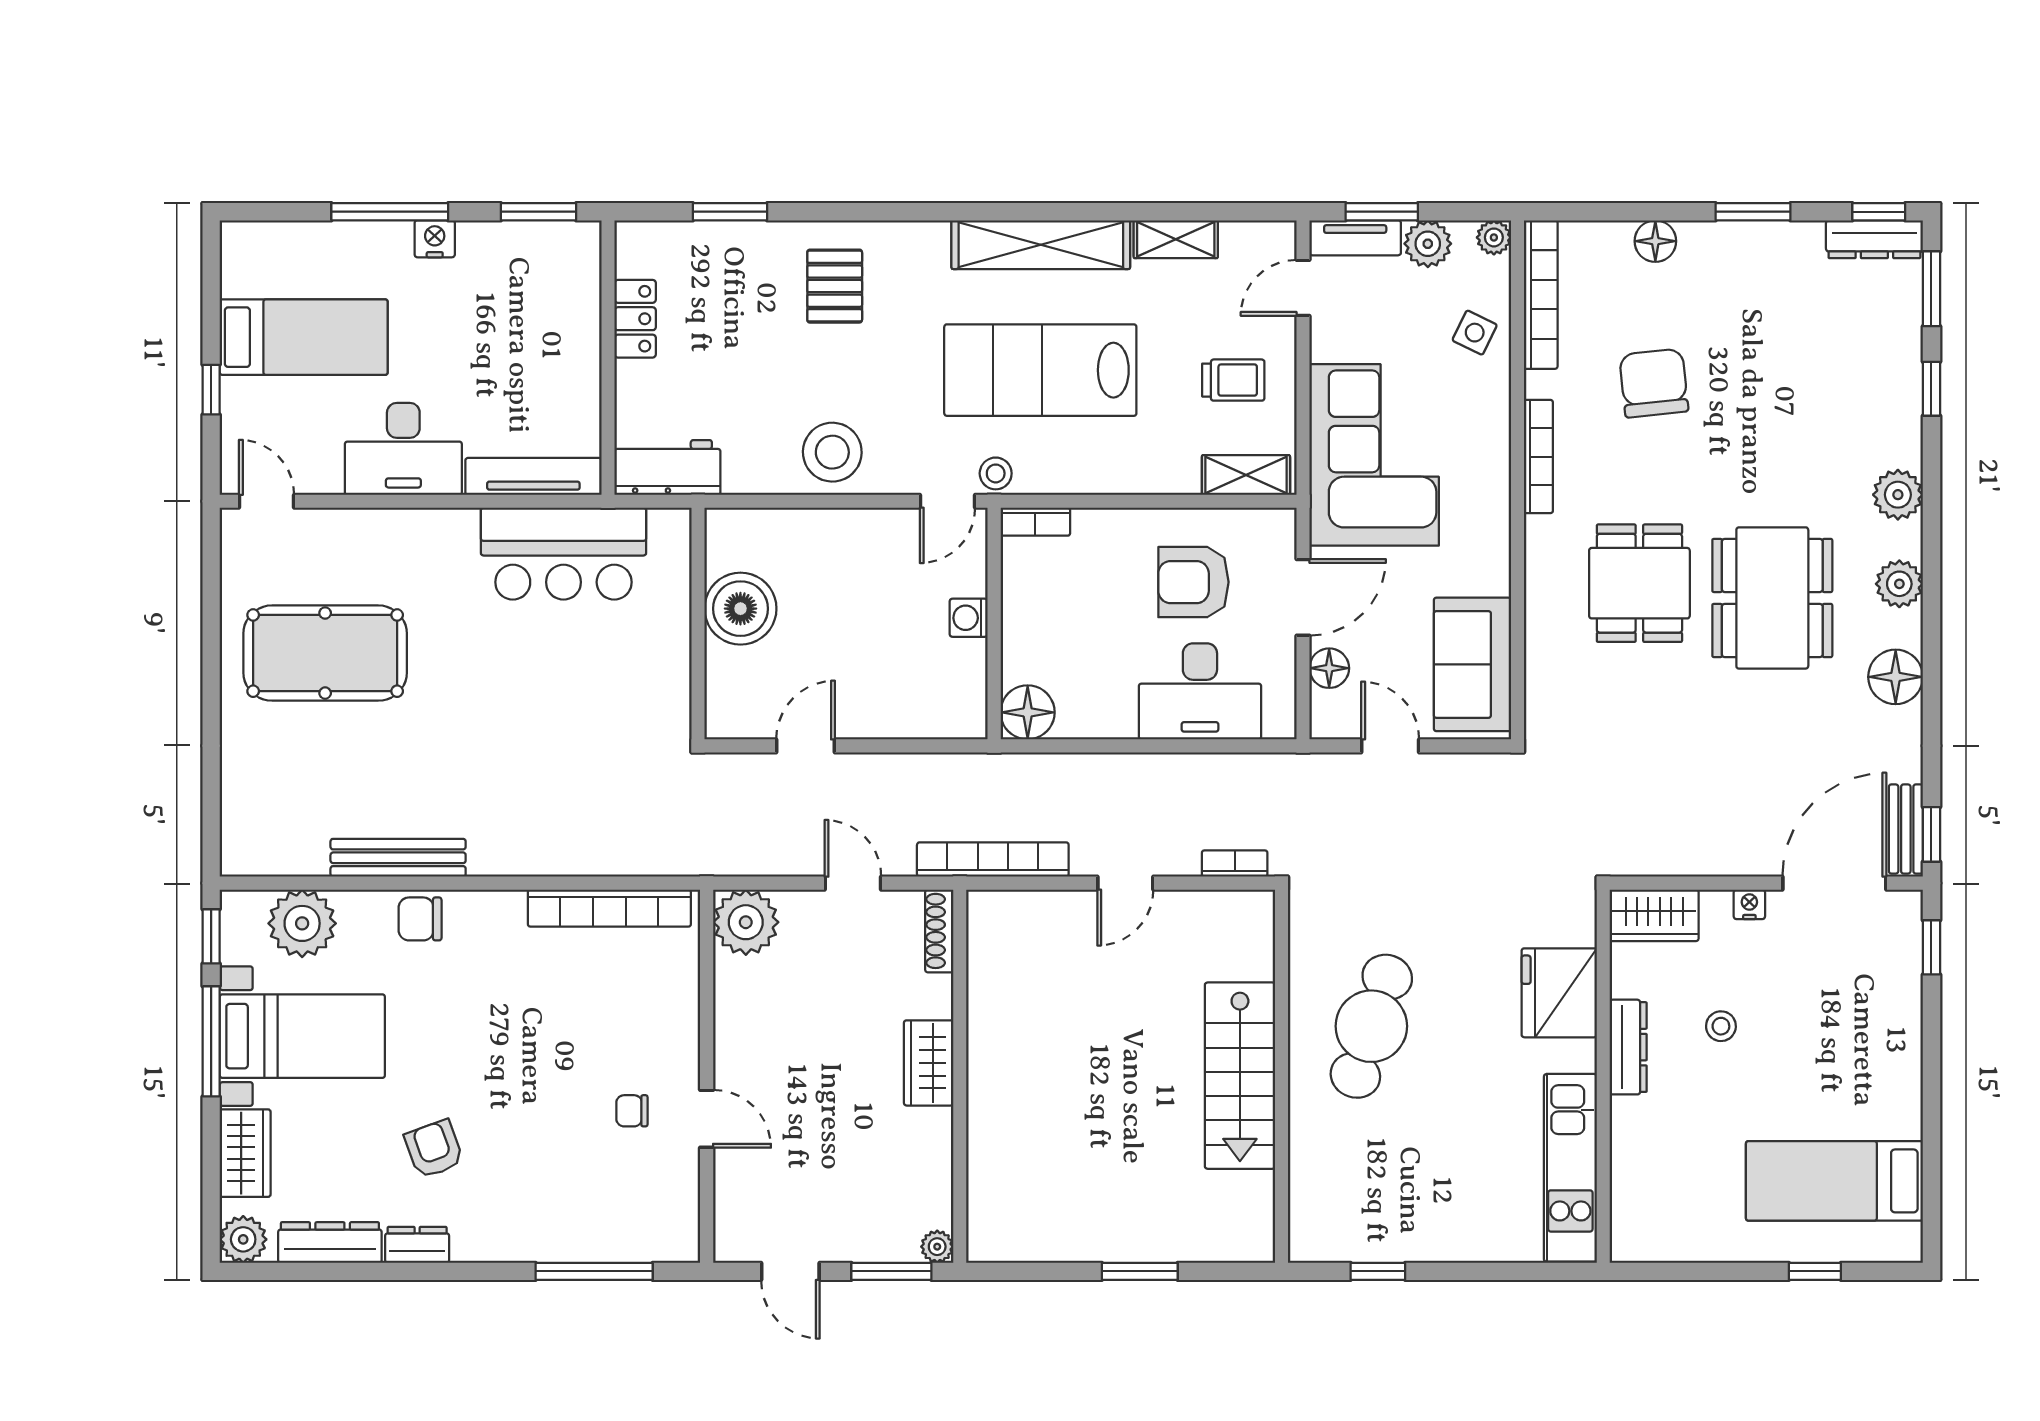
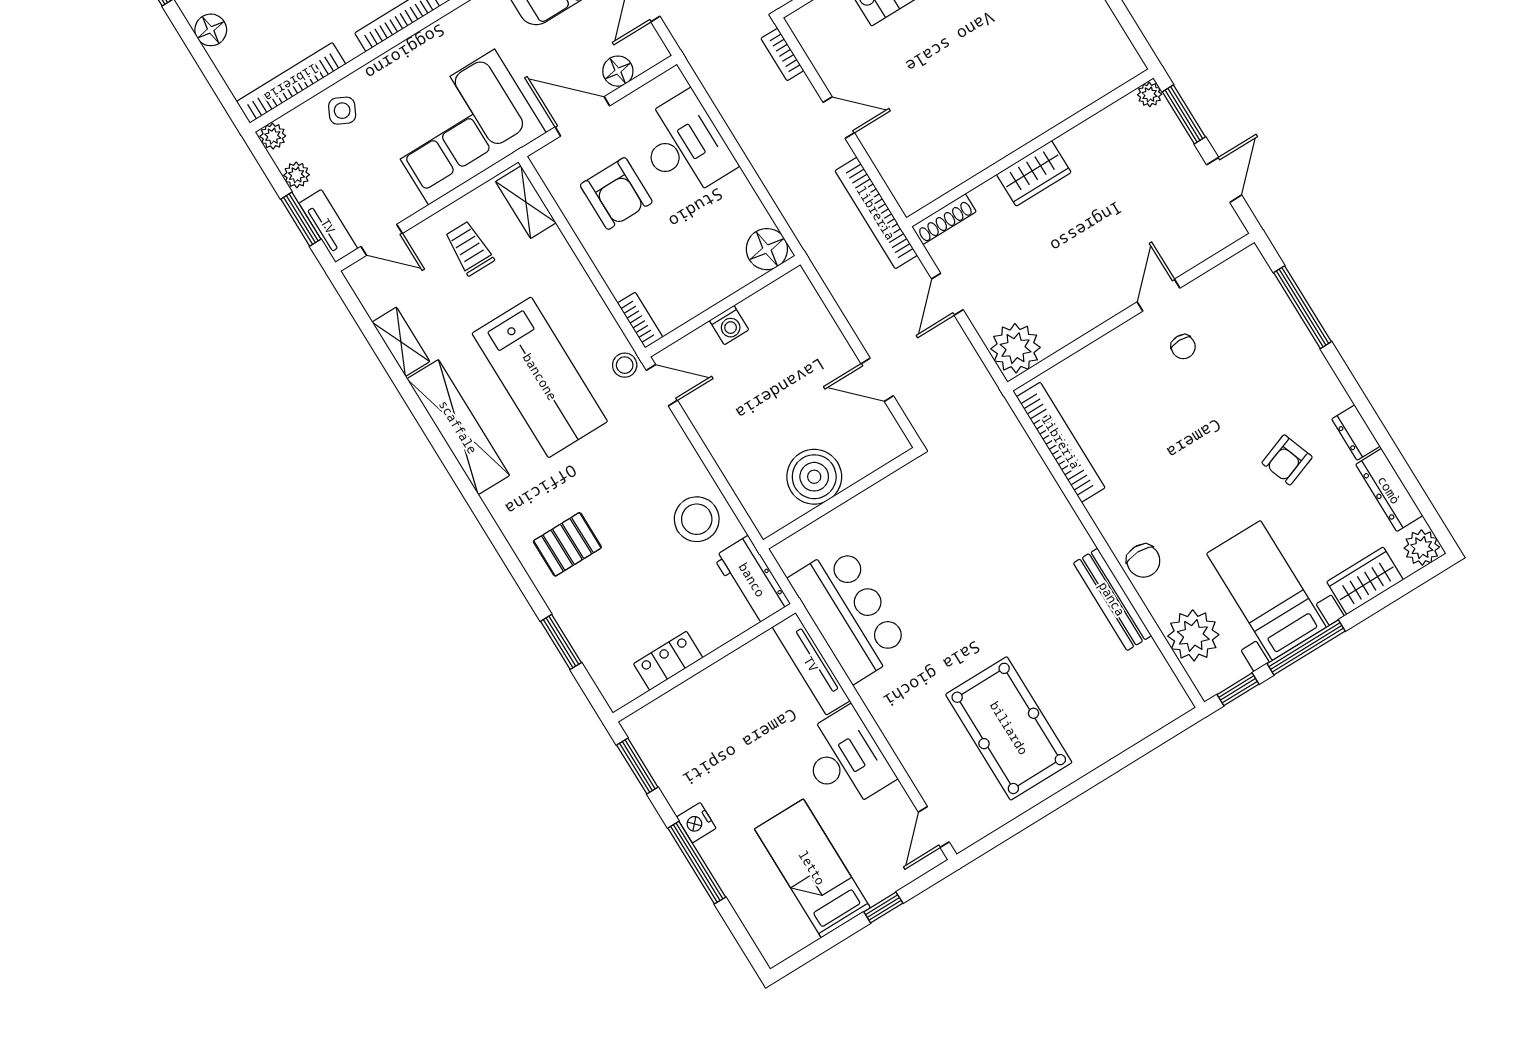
plant: (1428, 244) -> (297, 175), width x0.73, depth x0.73
stool: (832, 452) -> (697, 519), moved

